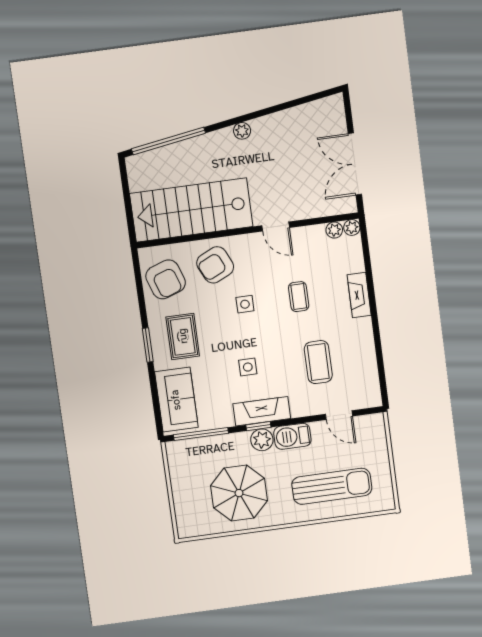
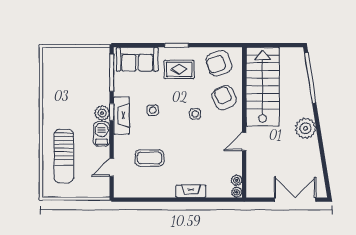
plant: (242, 131) -> (305, 128), width x1.88, depth x1.88
double door: (355, 164) -> (295, 200), moved
coffee table: (299, 297) -> (195, 151), removed
parasol: (239, 493) -> (68, 93), removed

